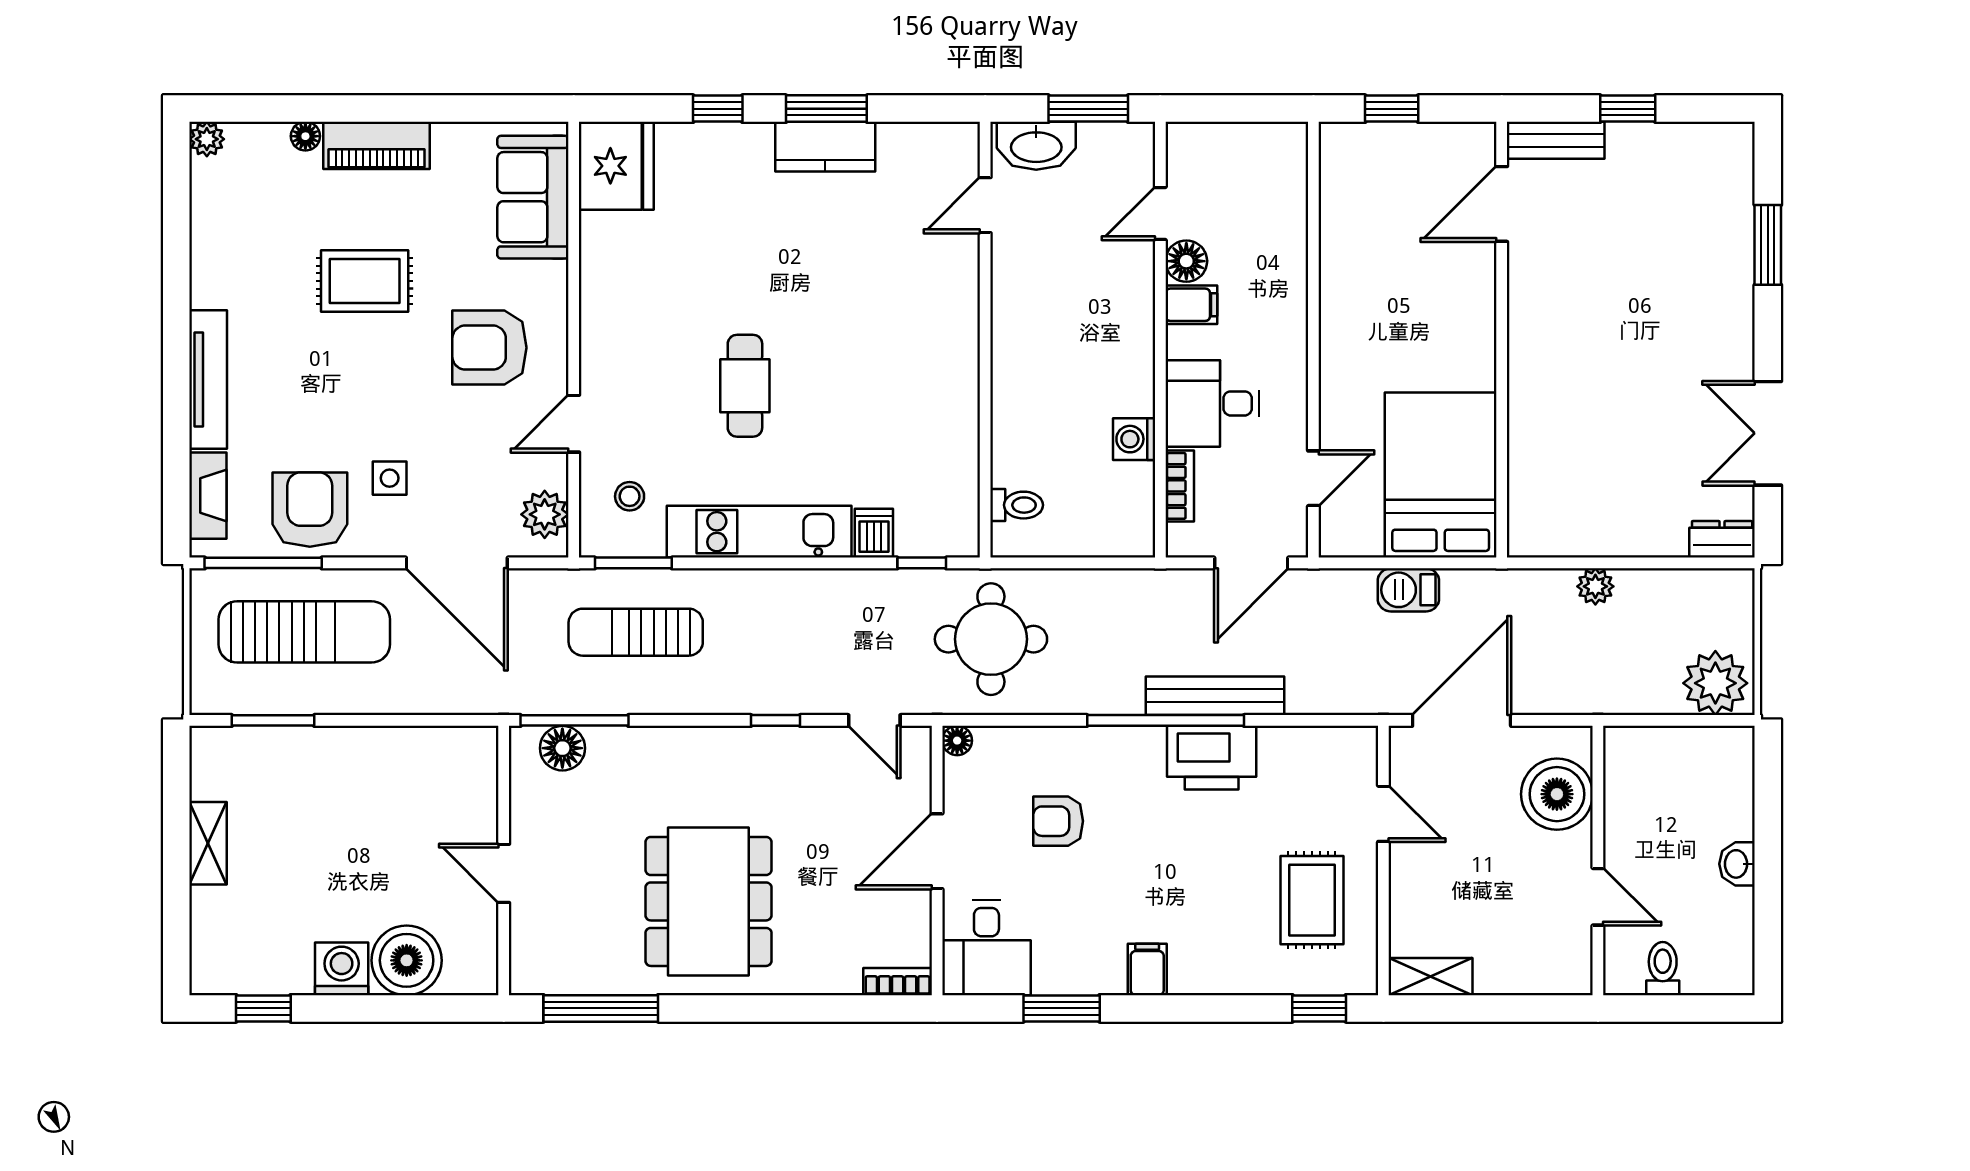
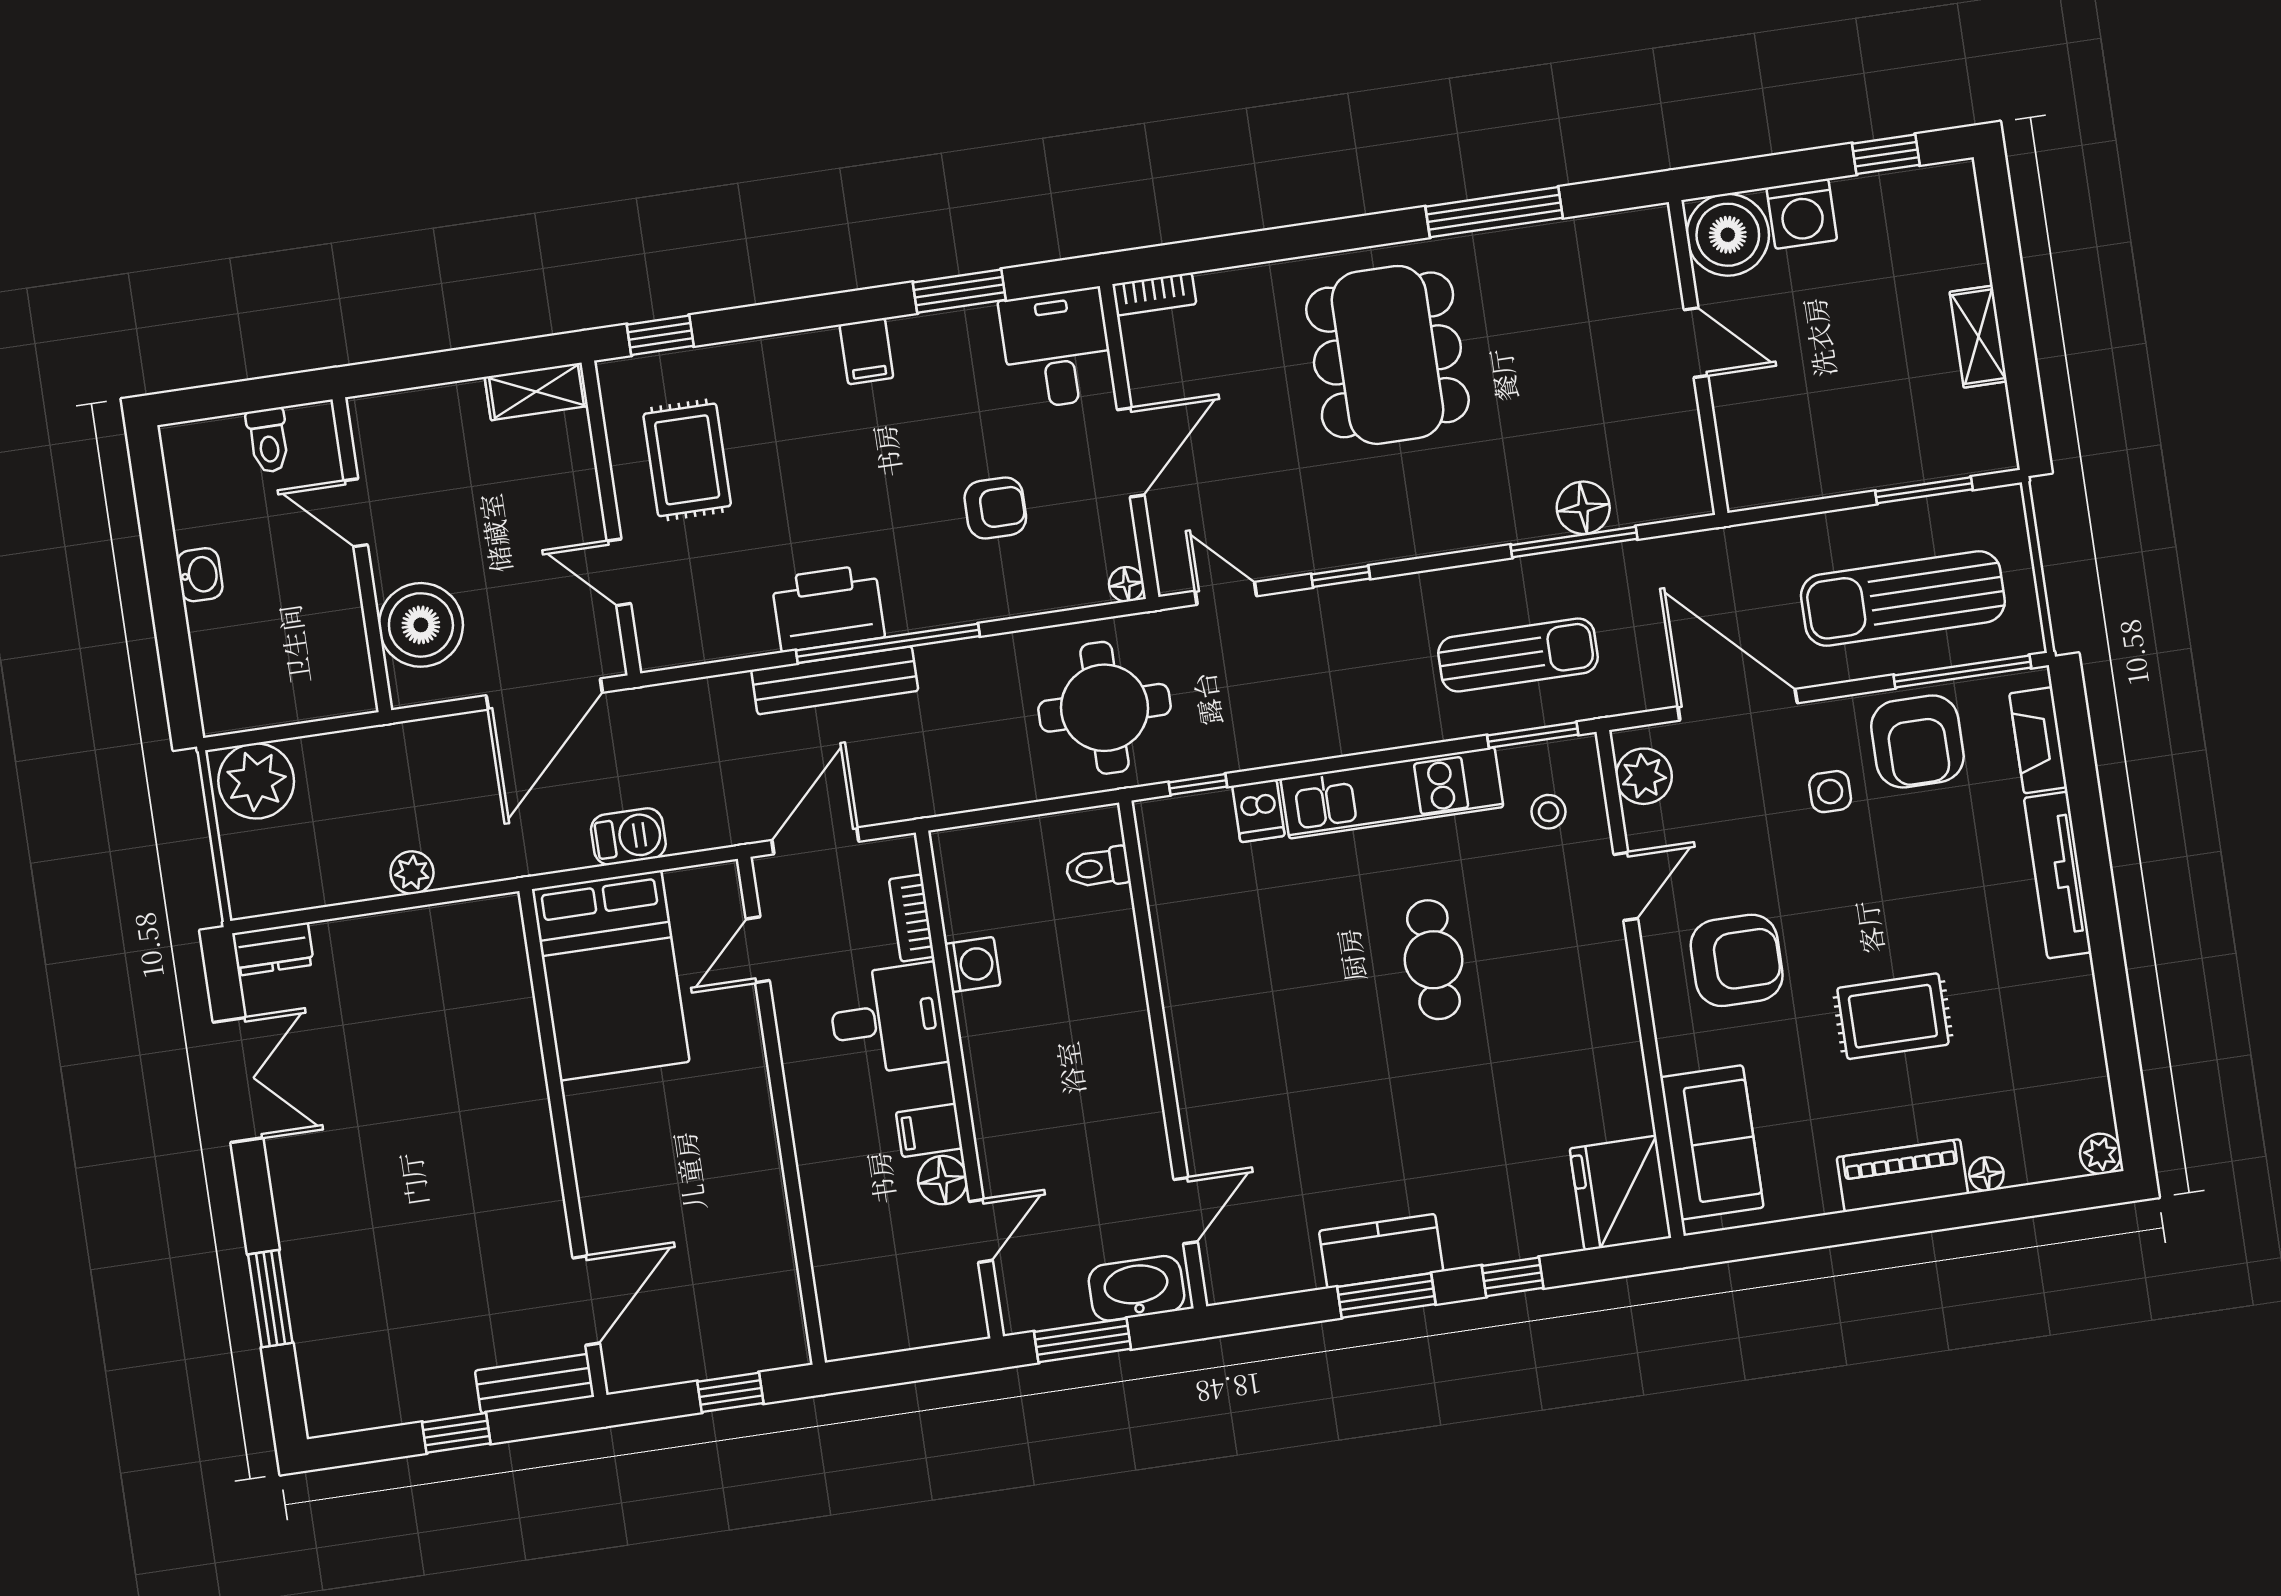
wall: (504, 861) -> (1698, 358), moved
door: (504, 873) -> (1696, 343), moved

